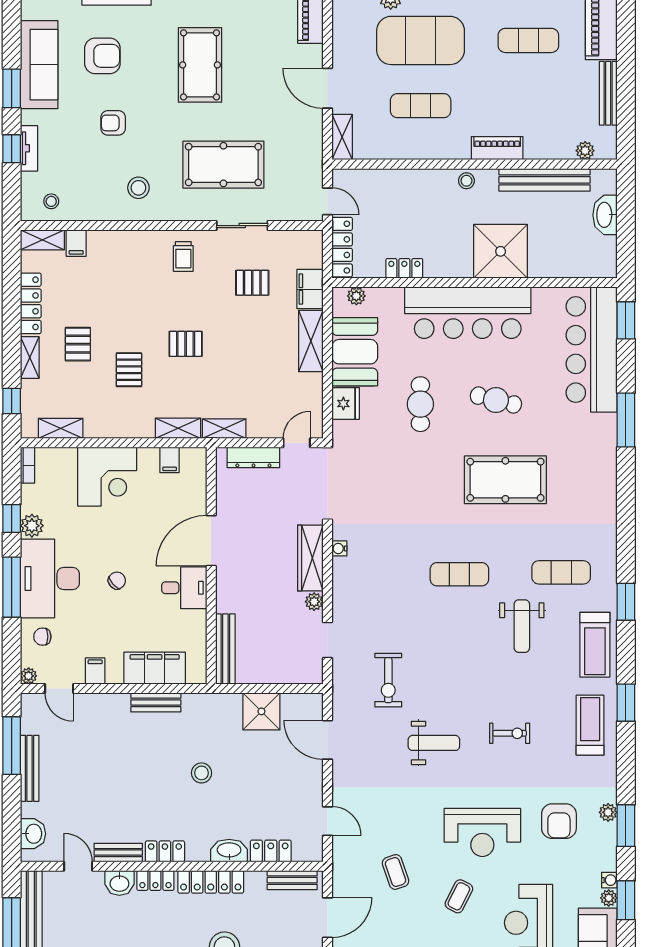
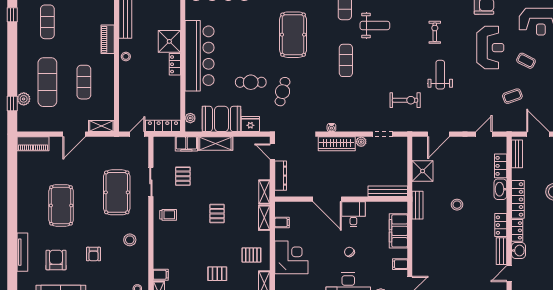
exercise mat: (421, 40) -> (47, 82), width x0.68
pool table: (200, 65) -> (61, 205), turned 90
shower: (501, 251) -> (169, 41), width x0.73, depth x0.73
locker: (404, 268) -> (175, 64), moved
pallet: (129, 370) -> (251, 255), moved
cafe table: (496, 400) -> (283, 92), moved
bench: (156, 702) -> (418, 205), moved

